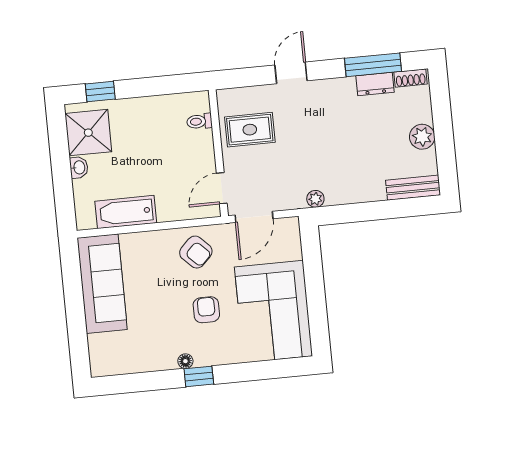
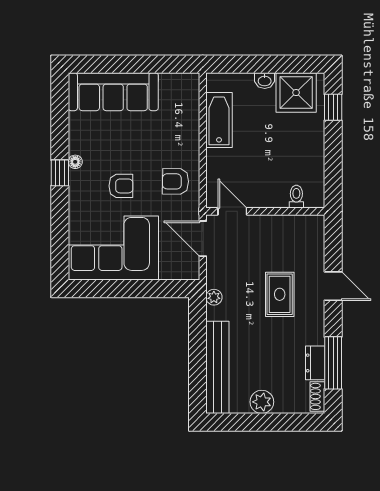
rug: (250, 130) -> (280, 294), moved
bench: (413, 188) -> (217, 367), width x1.86, depth x1.21
armchair: (196, 252) -> (175, 181), turned 46
sofa: (102, 284) -> (113, 92), moved

